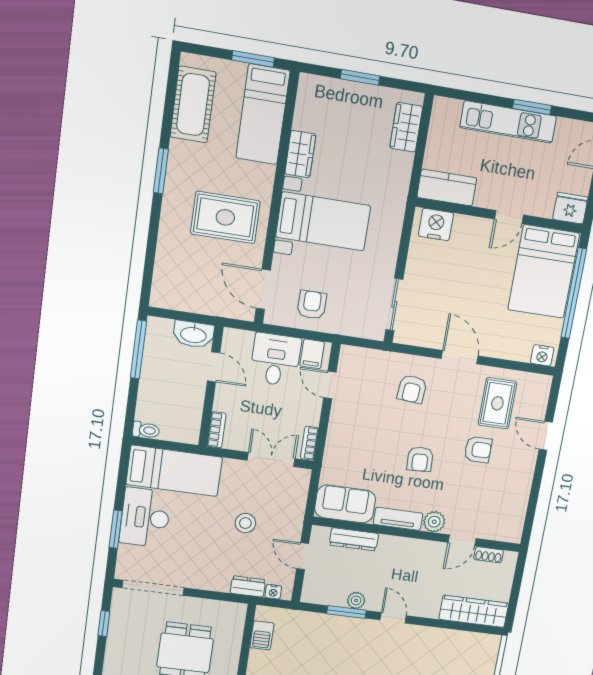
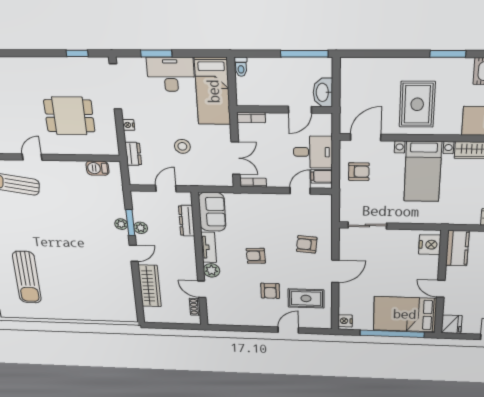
nightstand: (273, 592) -> (129, 125), moved
wardrobe: (474, 611) -> (150, 286), moved
plant: (347, 624) -> (121, 224), added

